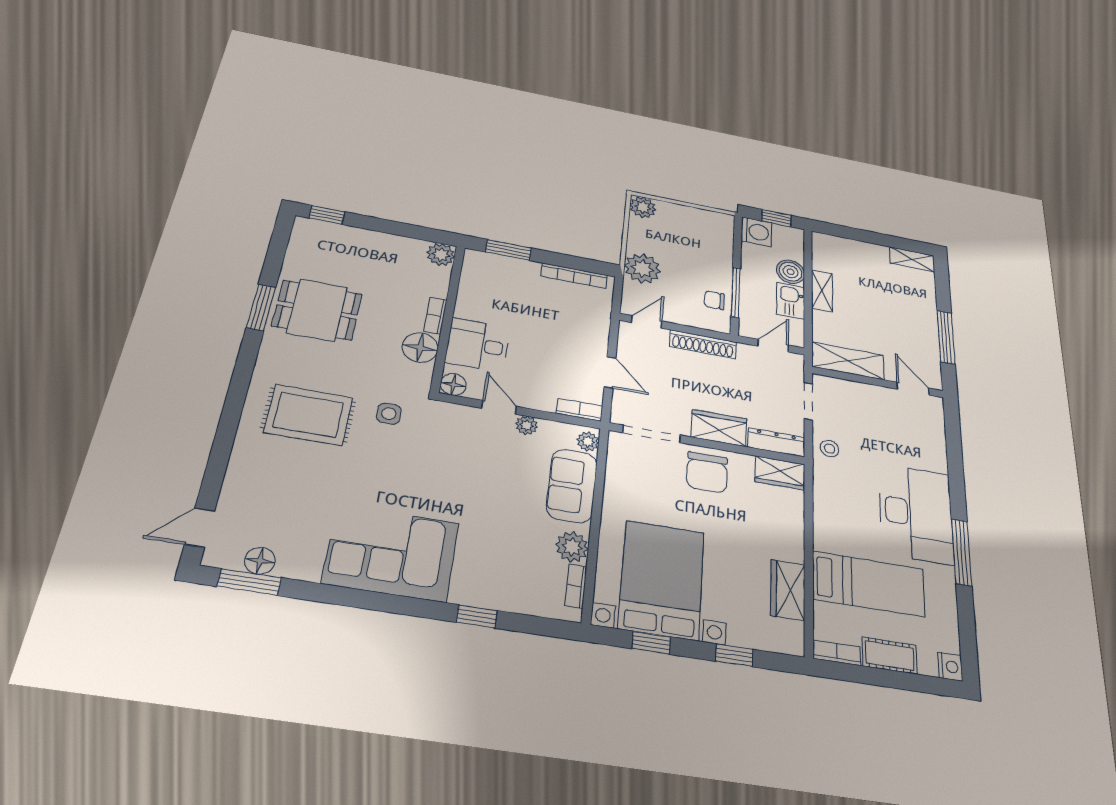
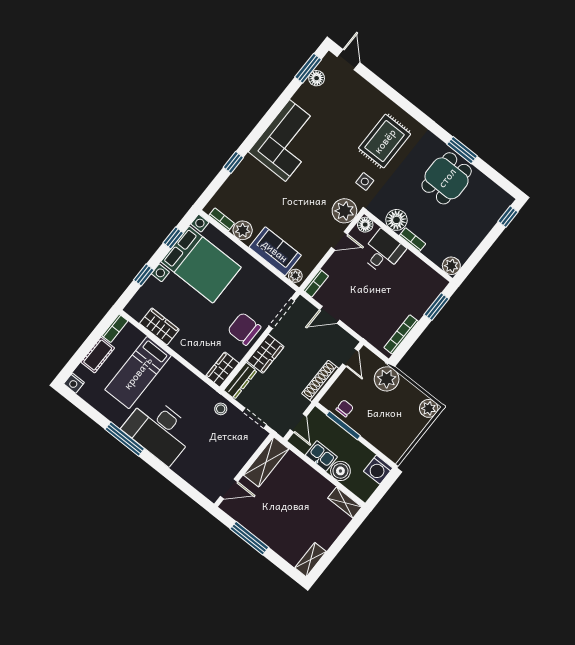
window: (776, 218) -> (381, 490), removed
shelving: (822, 291) -> (345, 503), moved
plant: (527, 425) -> (344, 211), moved, width x1.88, depth x1.88

